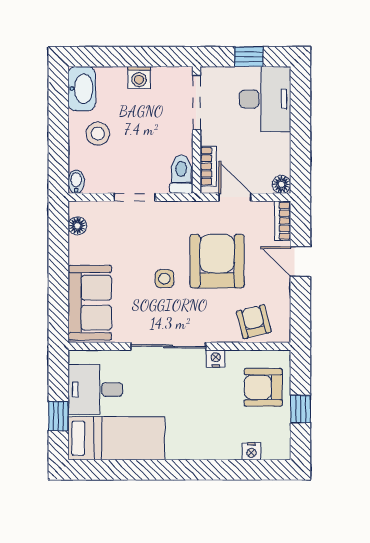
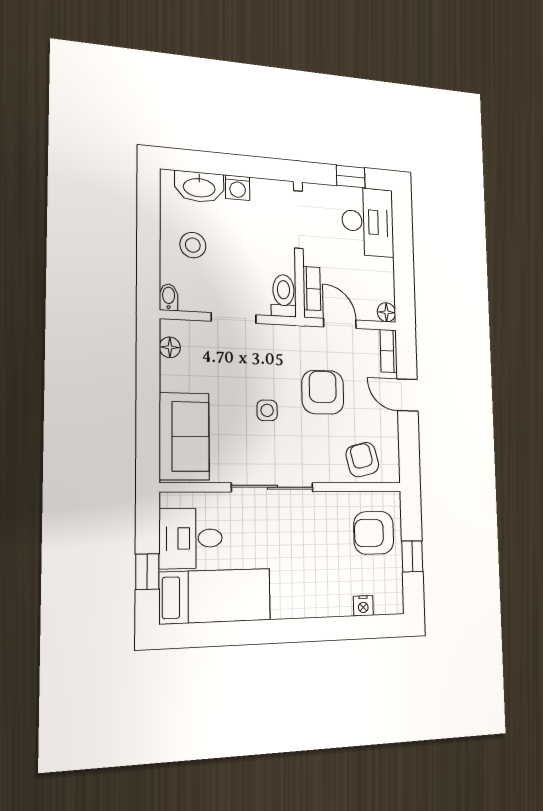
washbasin: (82, 89) -> (199, 187), moved, turned 90
armchair: (217, 261) -> (323, 392), width x0.73, depth x0.73
nightstand: (216, 359) -> (323, 501), removed

